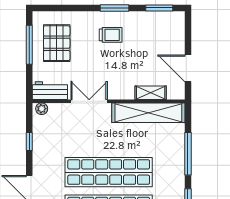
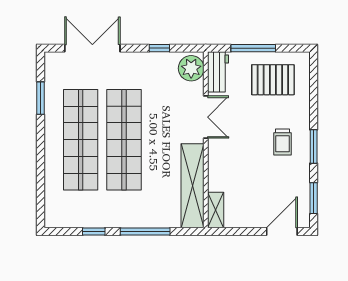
window: (29, 45) -> (253, 48), moved
door: (188, 68) -> (282, 231), moved
shelving: (151, 93) -> (216, 210), moved
plant: (42, 109) -> (191, 68), width x1.88, depth x1.88

